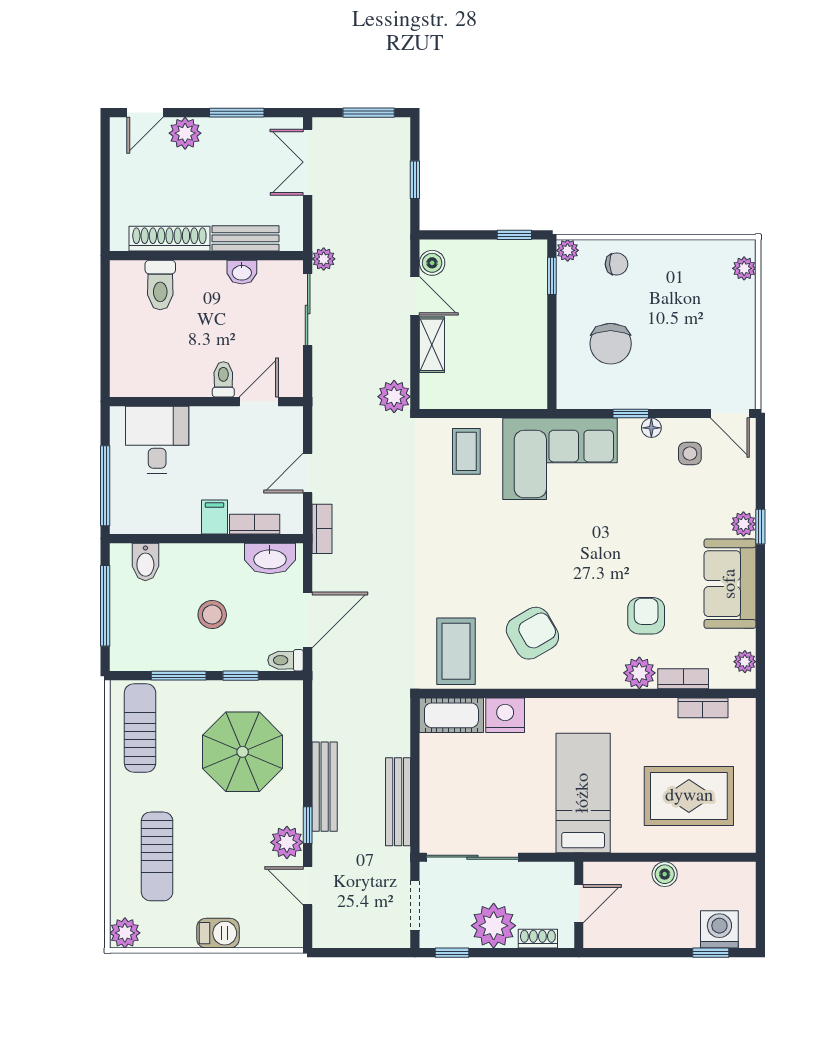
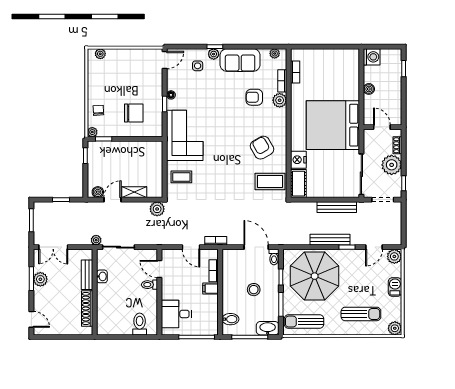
plant: (185, 133) -> (40, 279), moved
toilet: (160, 285) -> (140, 324), moved, turned -90
side table: (690, 454) -> (198, 66), moved
washbasin: (270, 558) -> (268, 328), moved, turned -90
parasol: (243, 752) -> (315, 276), width x1.36, depth x1.36
bed: (583, 793) -> (333, 125), width x2.04
rug: (689, 796) -> (334, 78), removed
plant: (287, 842) -> (394, 256), moved
washing machine: (719, 929) -> (372, 57), moved, turned 180

